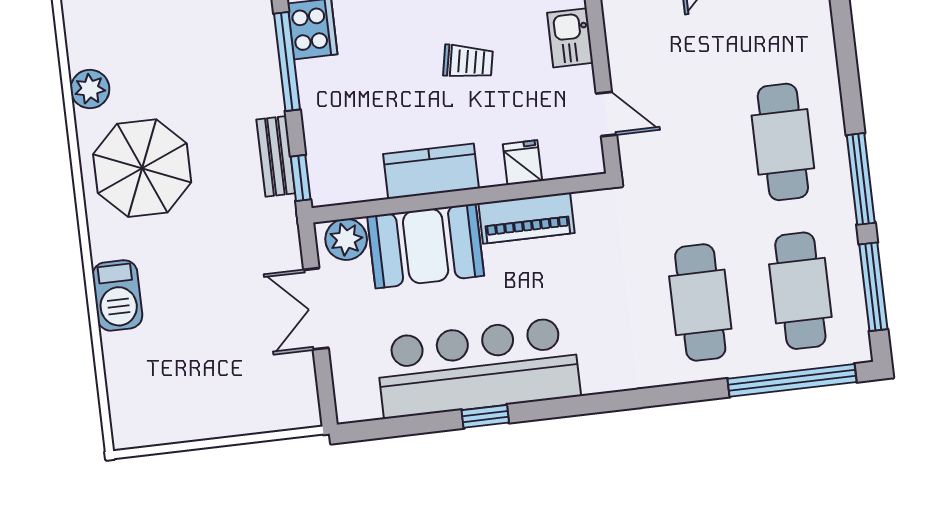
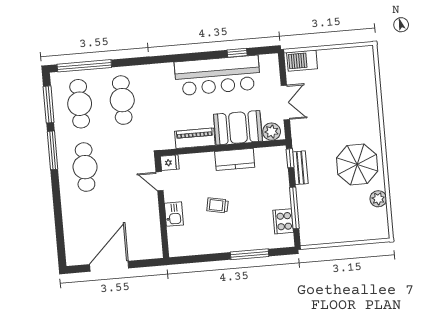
fridge: (522, 163) -> (170, 163), moved, turned -90
barbecue: (117, 295) -> (302, 61), moved, turned -90
window: (485, 416) -> (237, 53), moved

